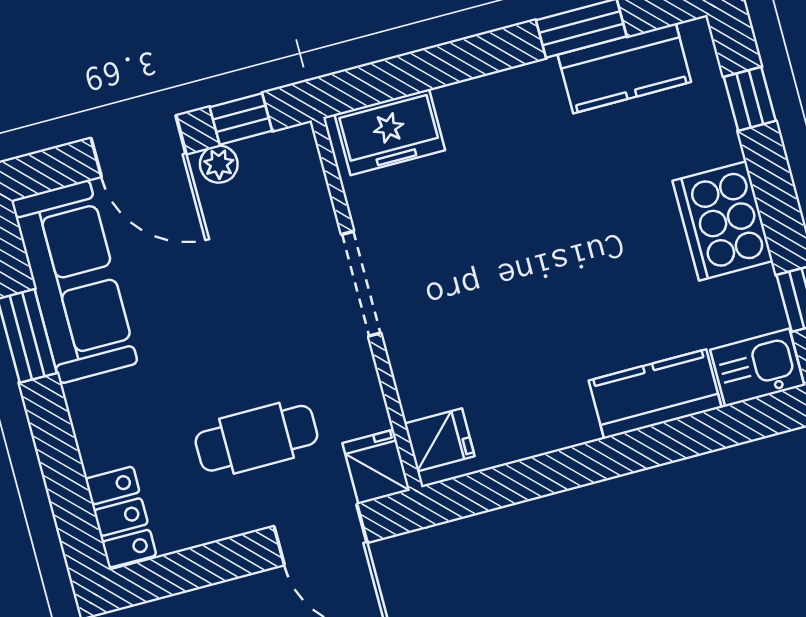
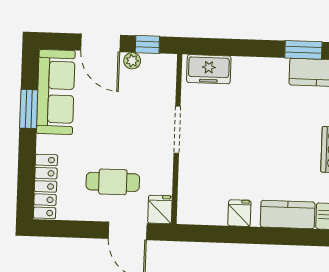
fridge: (439, 440) -> (239, 213), moved, turned -90
locker: (121, 517) -> (45, 186), width x1.53

